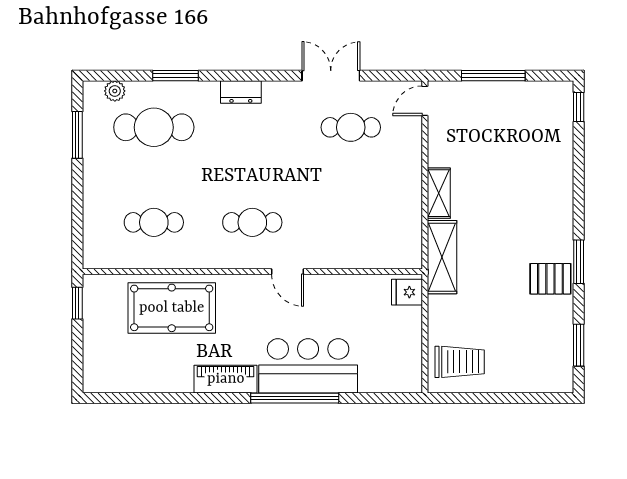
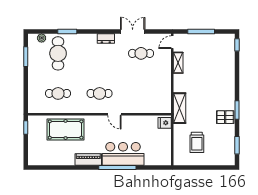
dresser: (241, 92) -> (106, 38), moved
cafe table: (154, 127) -> (58, 53), turned 90
shelving: (439, 193) -> (178, 63), moved
trolley: (460, 362) -> (197, 142), moved, turned 90

